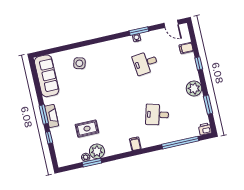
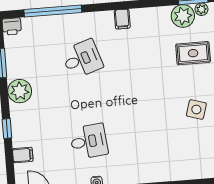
side table: (79, 63) -> (196, 109), moved
desk: (157, 115) -> (82, 59), turned -33

